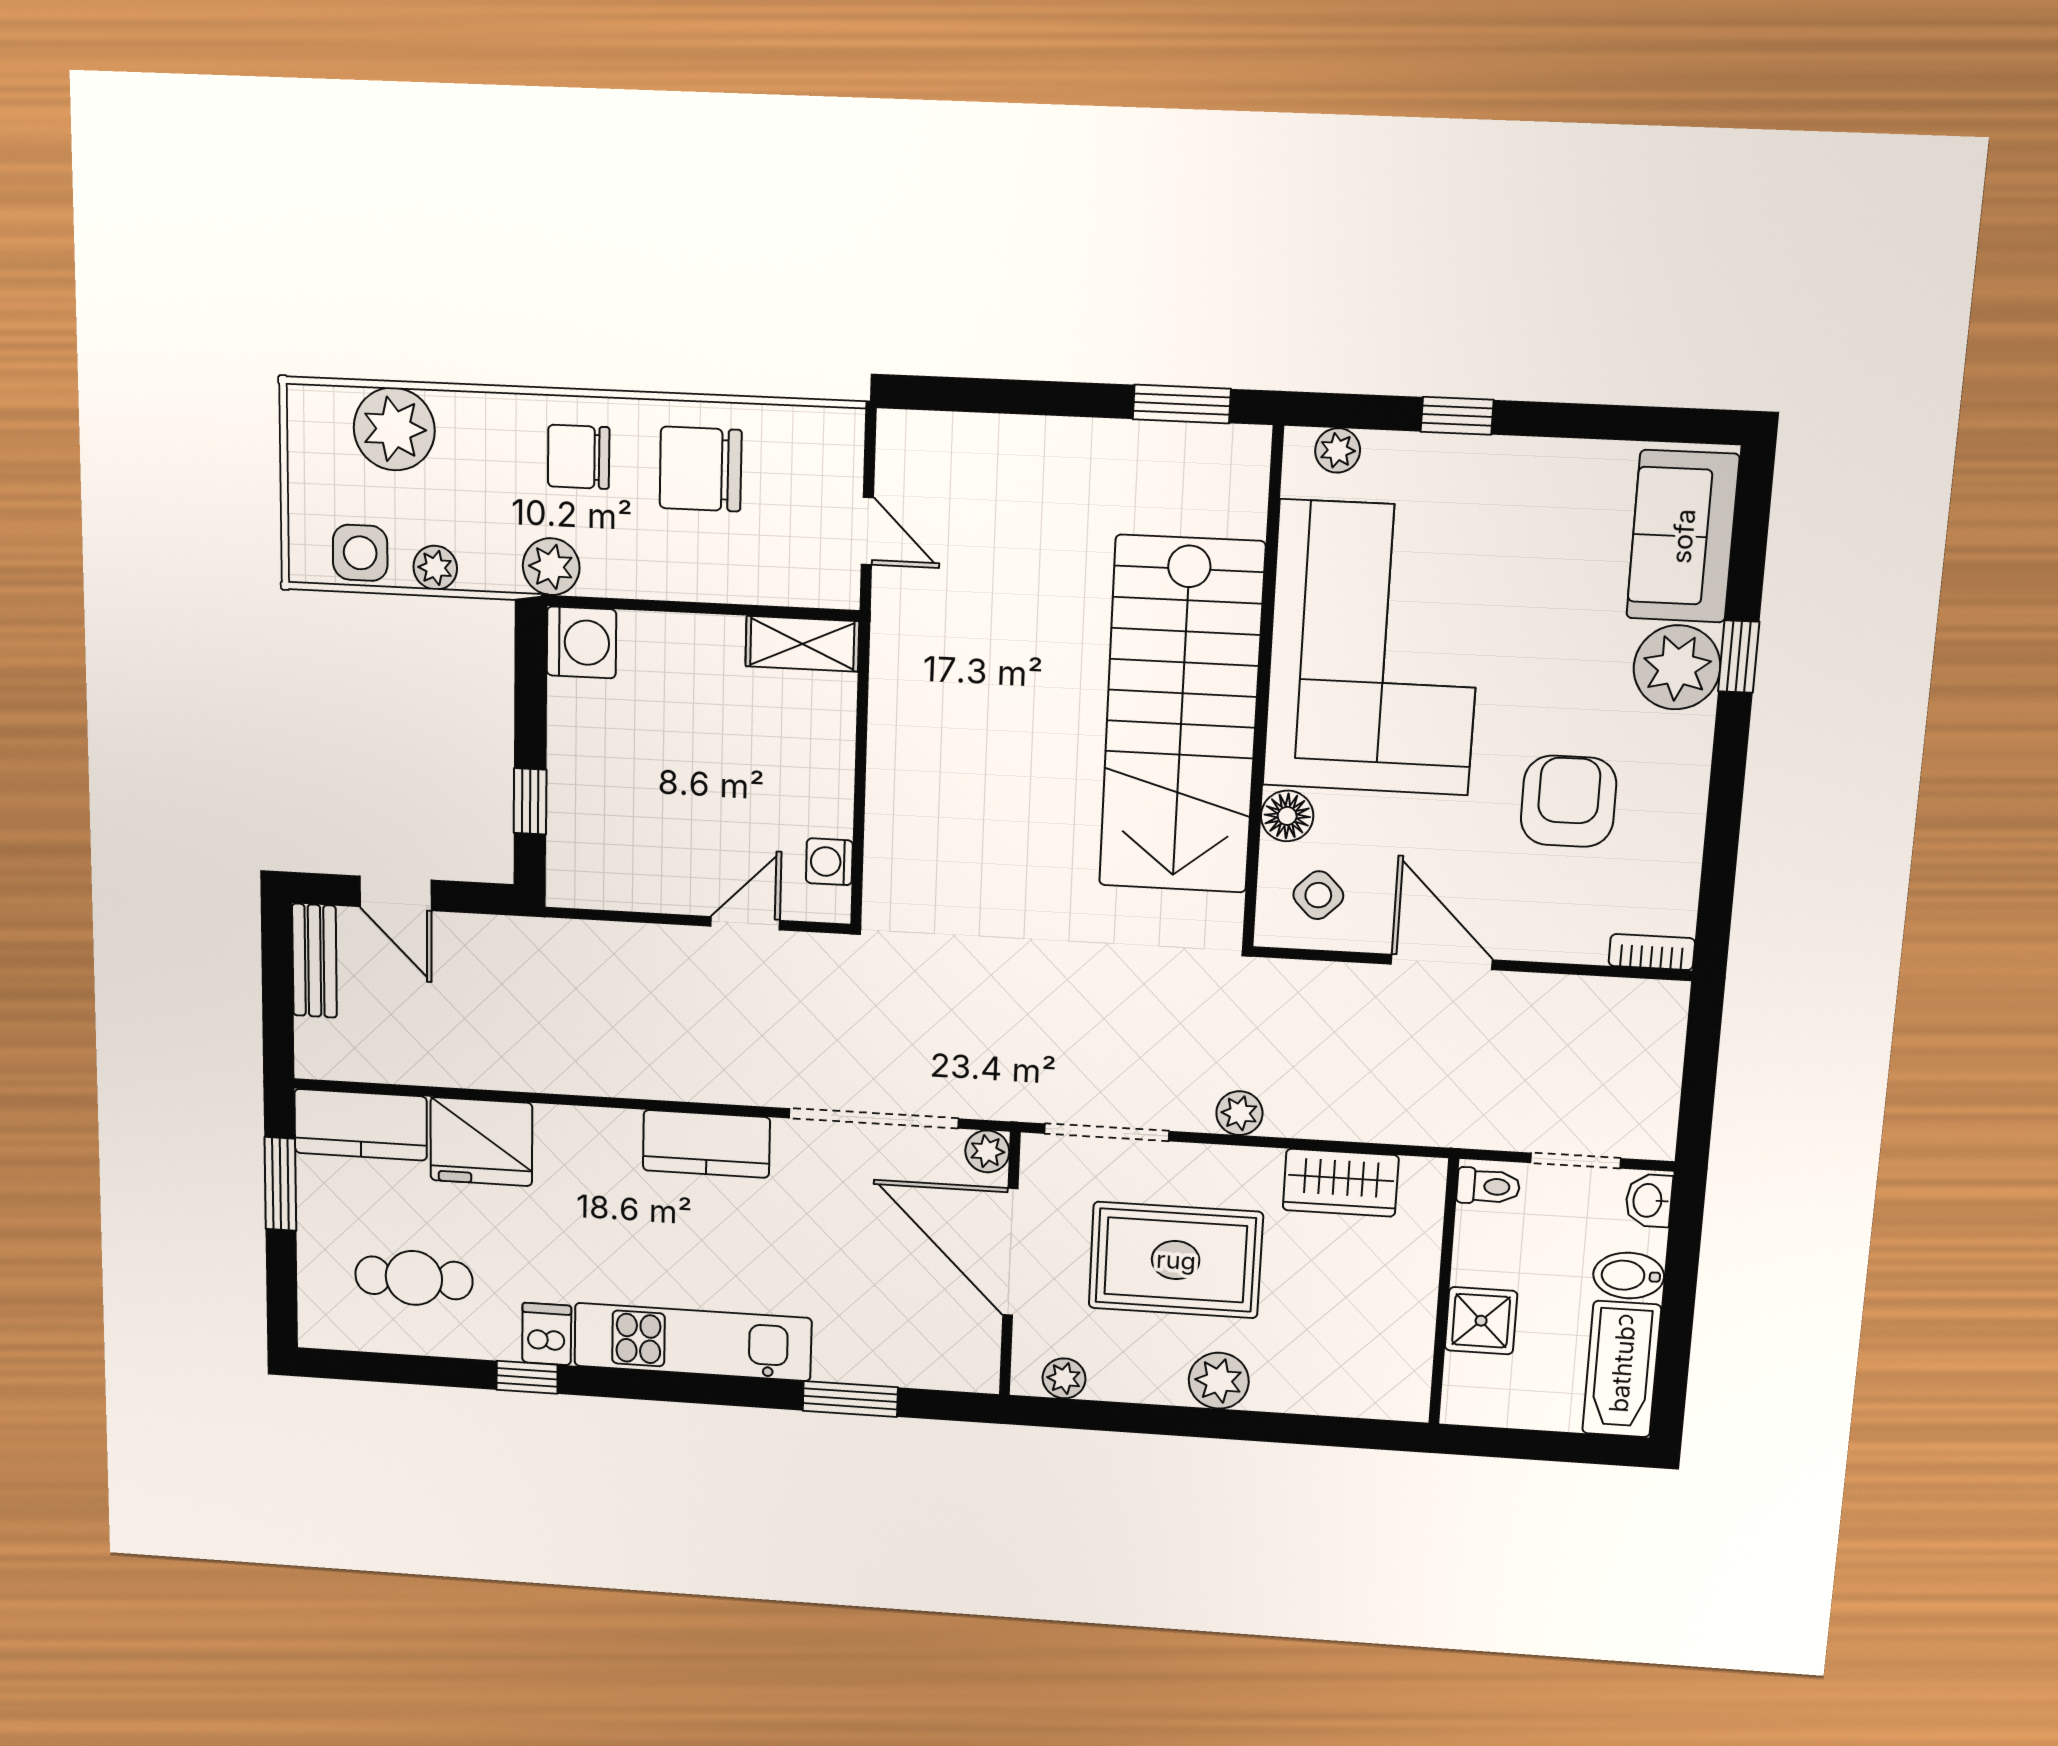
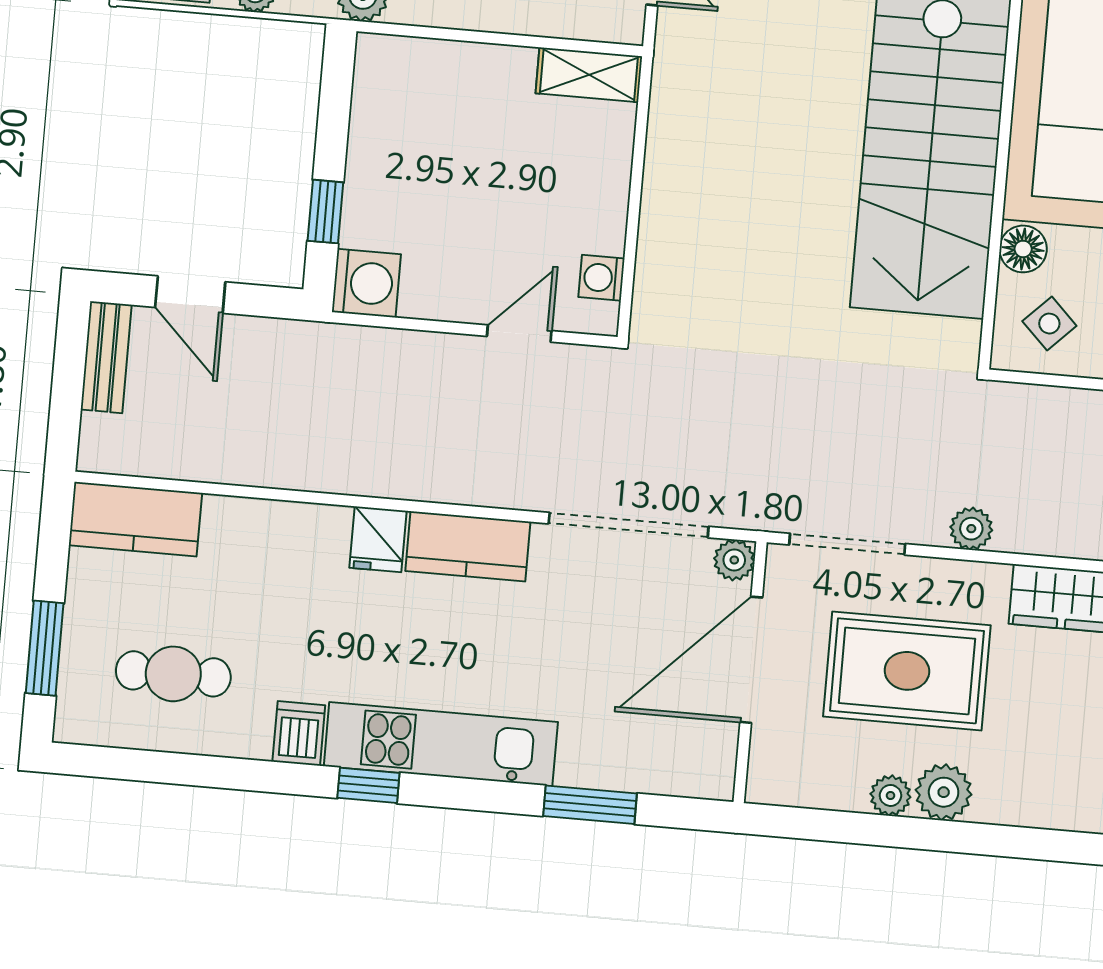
washing machine: (581, 642) -> (366, 283), moved
fridge: (481, 1142) -> (378, 539), moved, width x0.53, depth x0.75
window: (280, 1184) -> (45, 648), moved
door: (1010, 1252) -> (751, 660), hinge flipped
window: (527, 1377) -> (368, 785), moved
plant: (1064, 1378) -> (890, 795), moved

